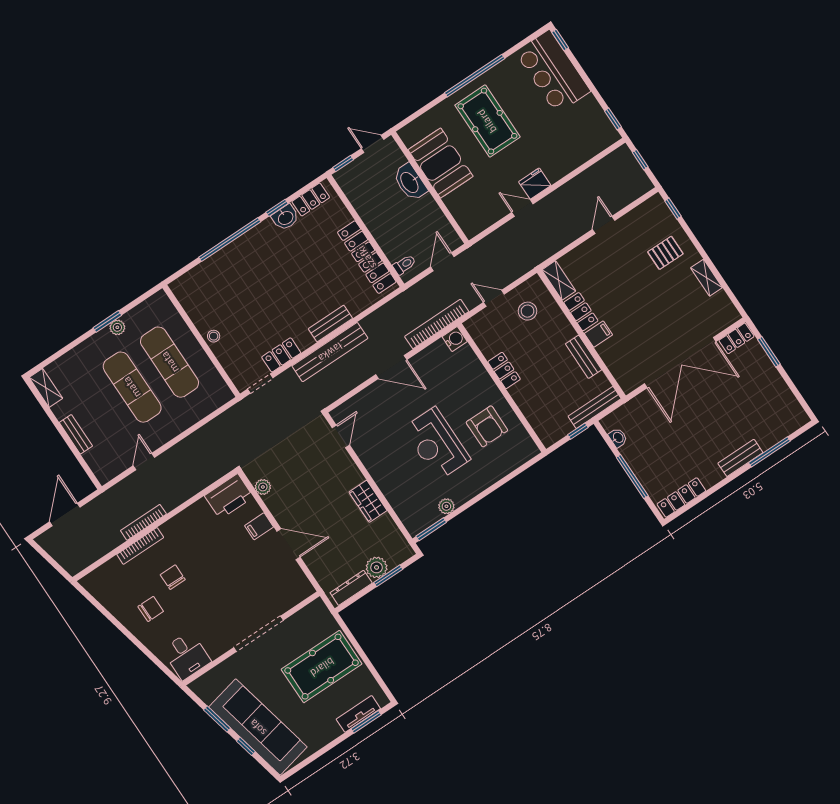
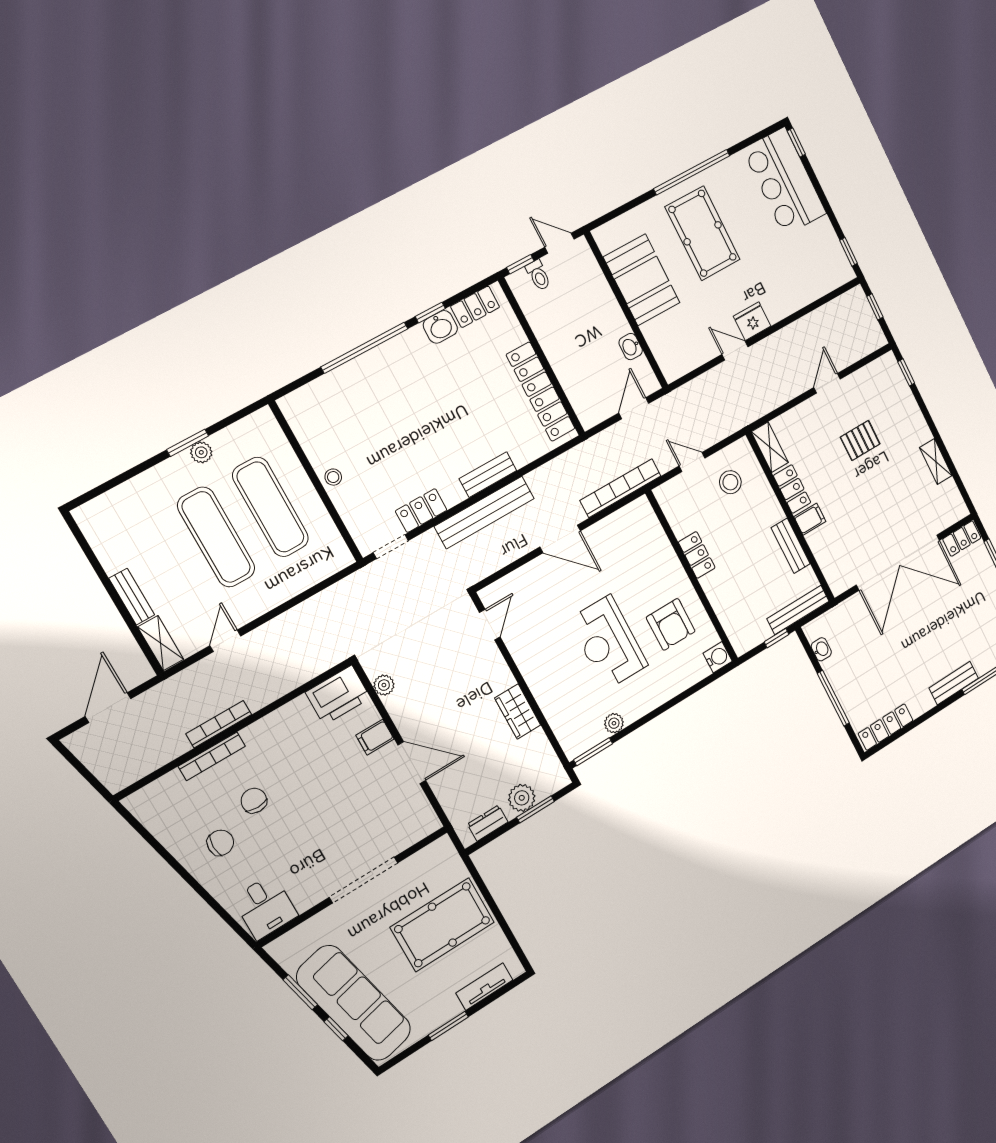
washbasin: (410, 182) -> (631, 347), moved, width x0.52, depth x0.69
pallet: (665, 253) -> (860, 440), moved
toilet: (404, 265) -> (538, 275), moved, turned 90
water cooler: (455, 339) -> (718, 657), moved
shelving: (46, 388) -> (161, 643), moved
dresser: (351, 588) -> (488, 823), width x0.70
window: (366, 722) -> (448, 1026), moved

